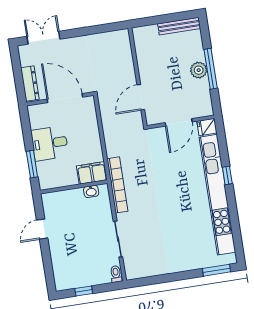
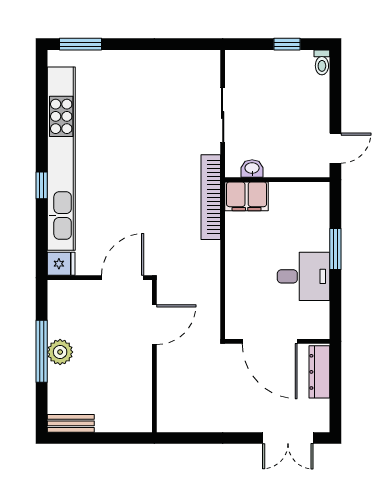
bench: (179, 26) -> (71, 423), width x0.73
door: (179, 122) -> (123, 278), moved
filing cabinet: (92, 173) -> (247, 196), moved
wall: (74, 187) -> (277, 180), moved
washbasin: (91, 191) -> (252, 169), moved
toilet: (116, 274) -> (322, 62), moved

